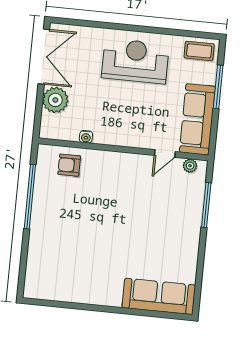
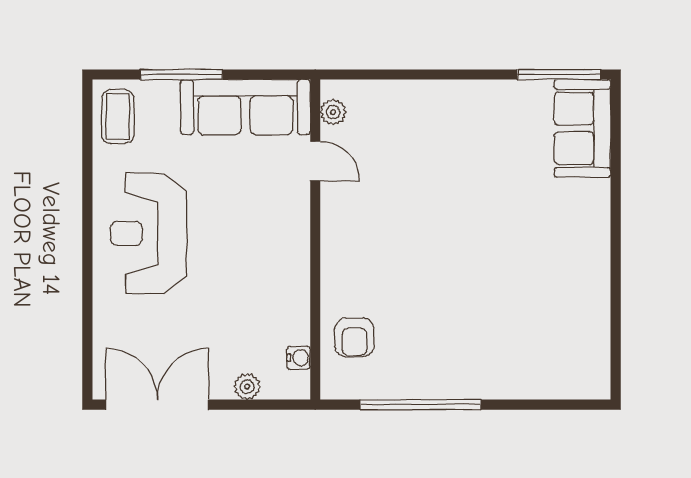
plant: (55, 100) -> (247, 387), width x0.53, depth x0.53
water cooler: (86, 137) -> (299, 358), moved
window: (206, 205) -> (559, 75), moved
sofa: (159, 296) -> (582, 128), width x0.73

